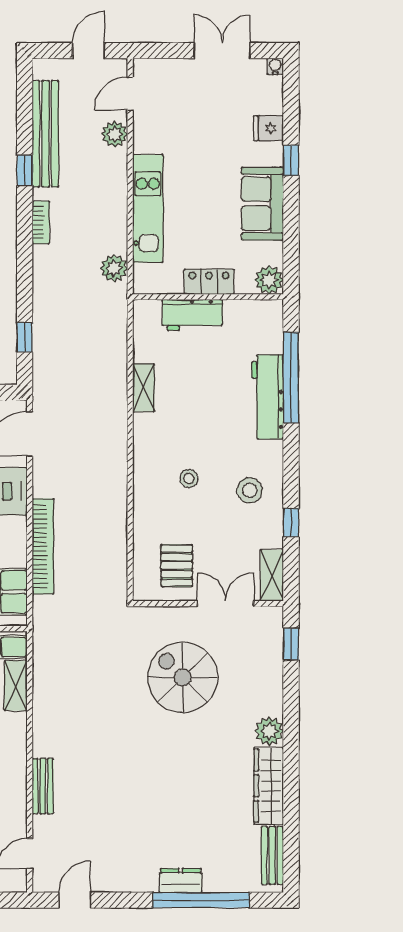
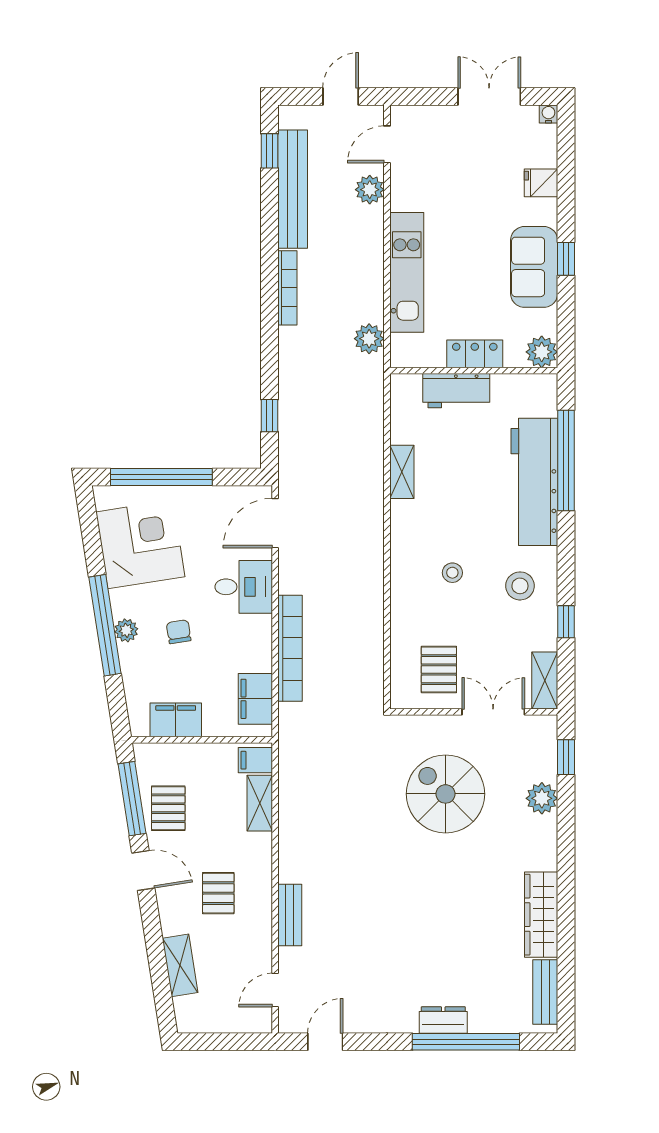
window: (291, 160) -> (566, 259), moved
window: (25, 171) -> (270, 151), moved
bookcase: (41, 222) -> (287, 288), width x1.56
workbench: (268, 397) -> (534, 482), width x1.36, depth x1.32
plant: (269, 731) -> (542, 798), moved

